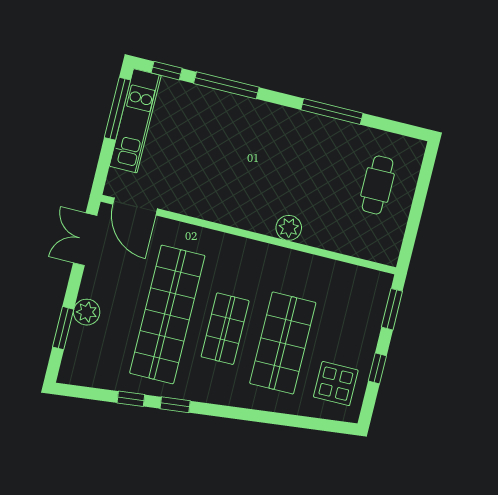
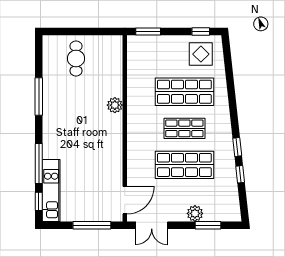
window: (117, 109) -> (92, 225), moved
kitchen unit: (135, 121) -> (51, 190), moved, turned 90
cafe table: (378, 185) -> (76, 58), turned 90
shop shelf: (167, 314) -> (184, 165), width x0.71
window: (377, 368) -> (201, 31), moved

